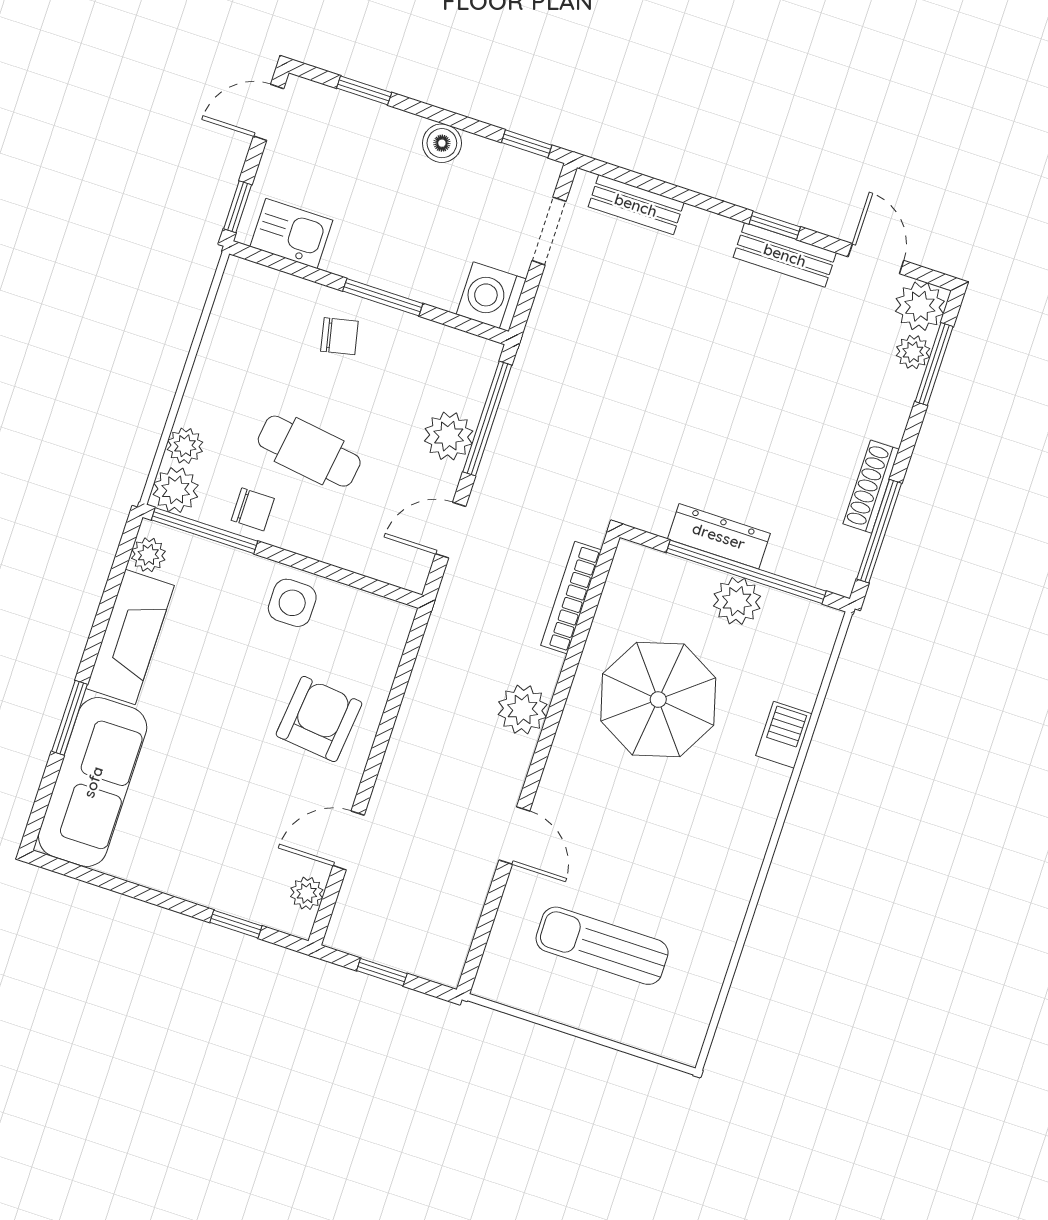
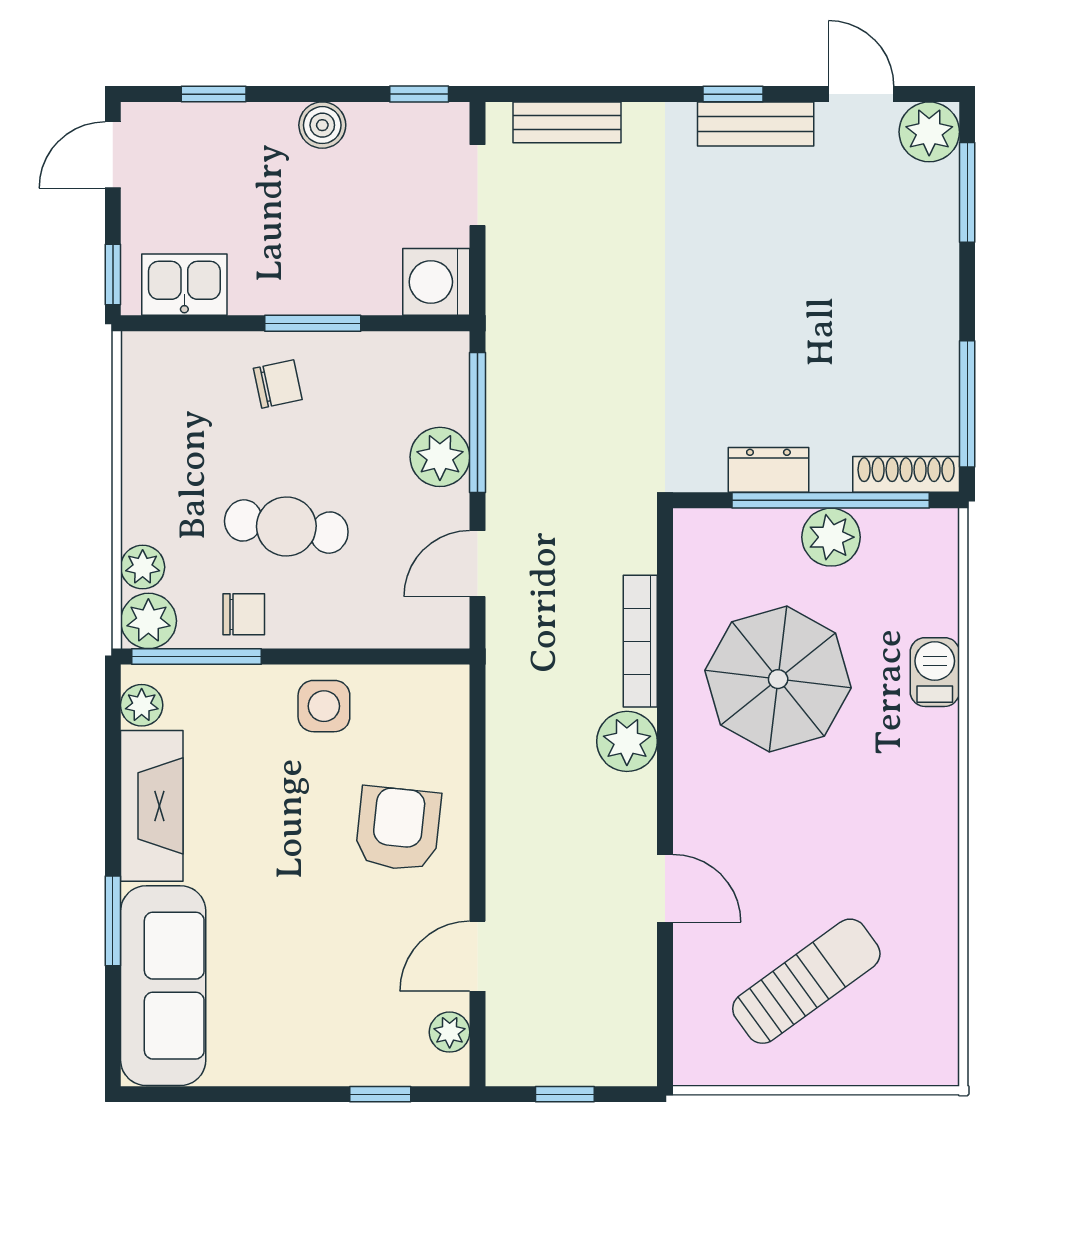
plant: (913, 352) -> (939, 187), removed
shoe rack: (871, 487) -> (906, 474), moved, turned 90
dresser: (719, 536) -> (768, 470), width x0.70
bookcase: (571, 598) -> (640, 641), moved
sun lounger: (602, 946) -> (806, 981), turned 144

